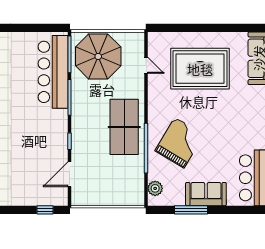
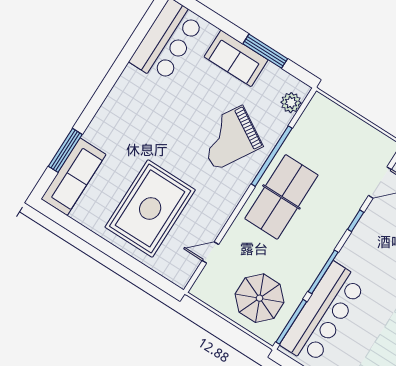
parasol: (98, 56) -> (259, 298), width x0.73, depth x0.73
door: (146, 65) -> (210, 253), hinge flipped
rug: (200, 69) -> (150, 208), turned 90

